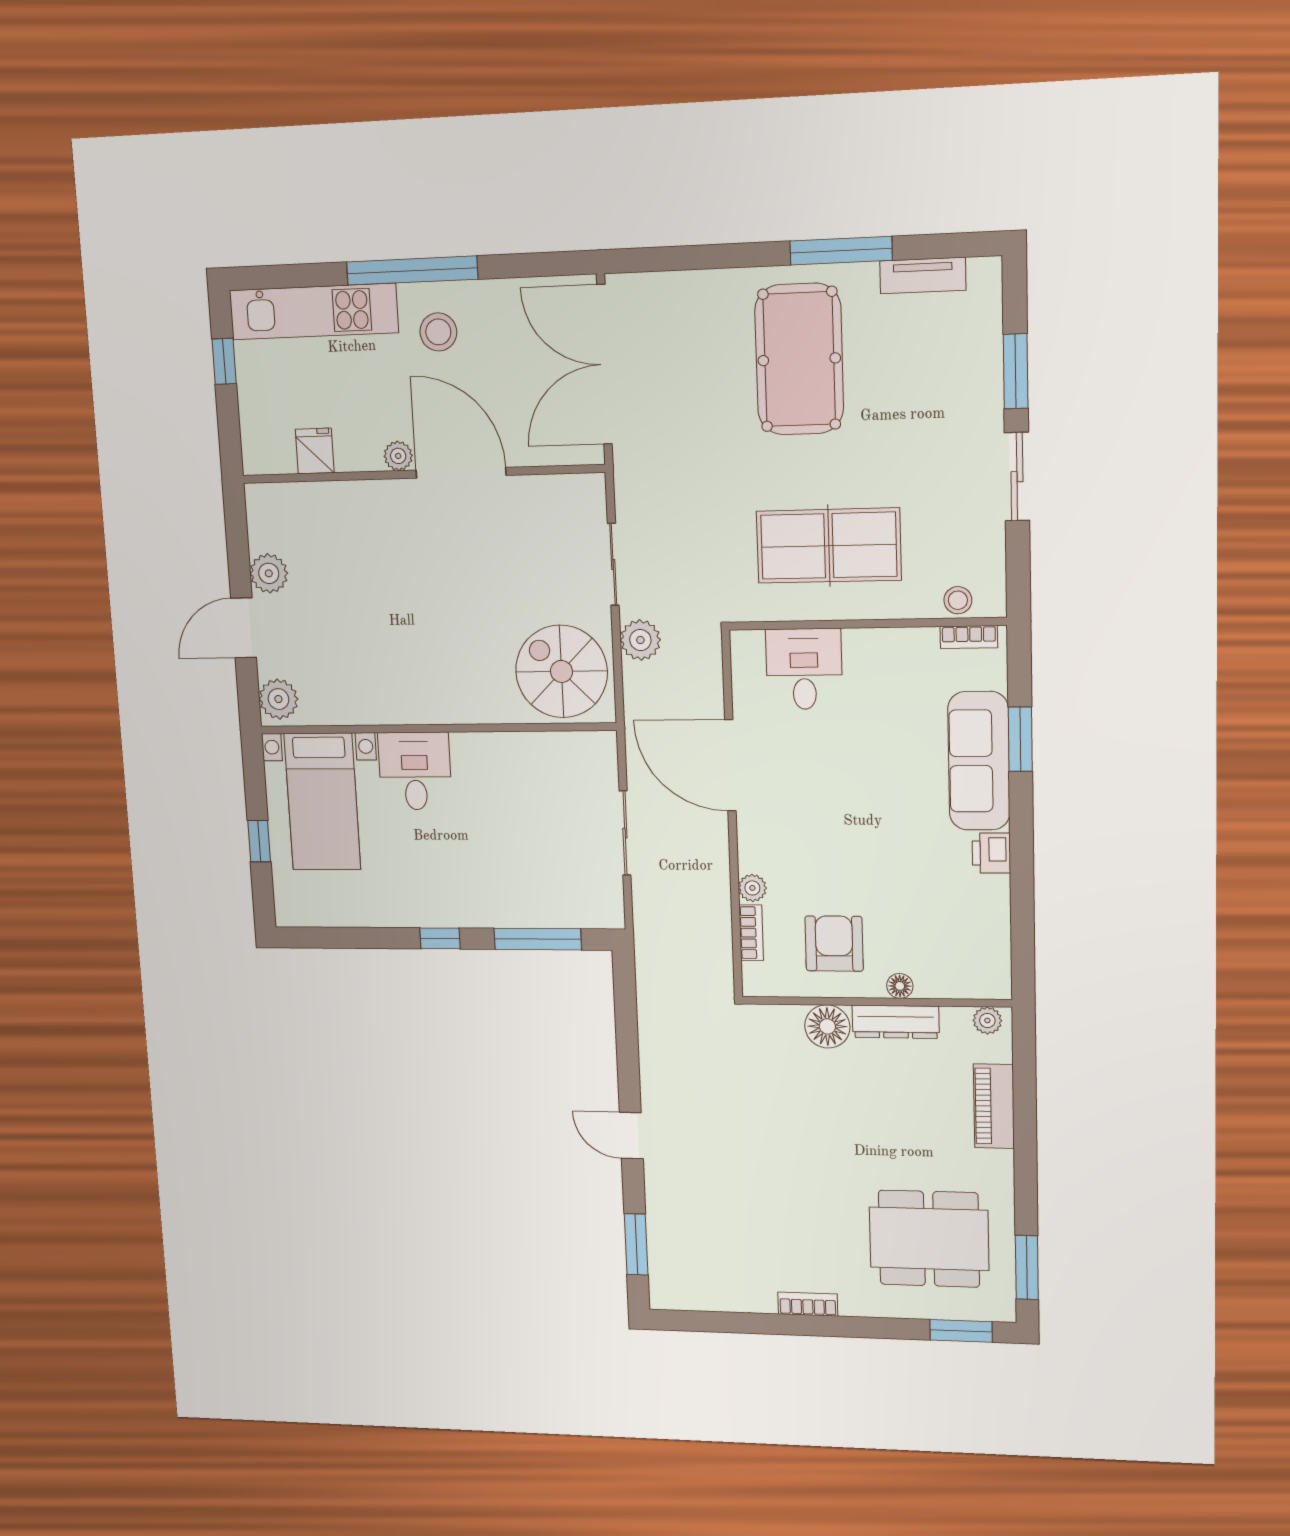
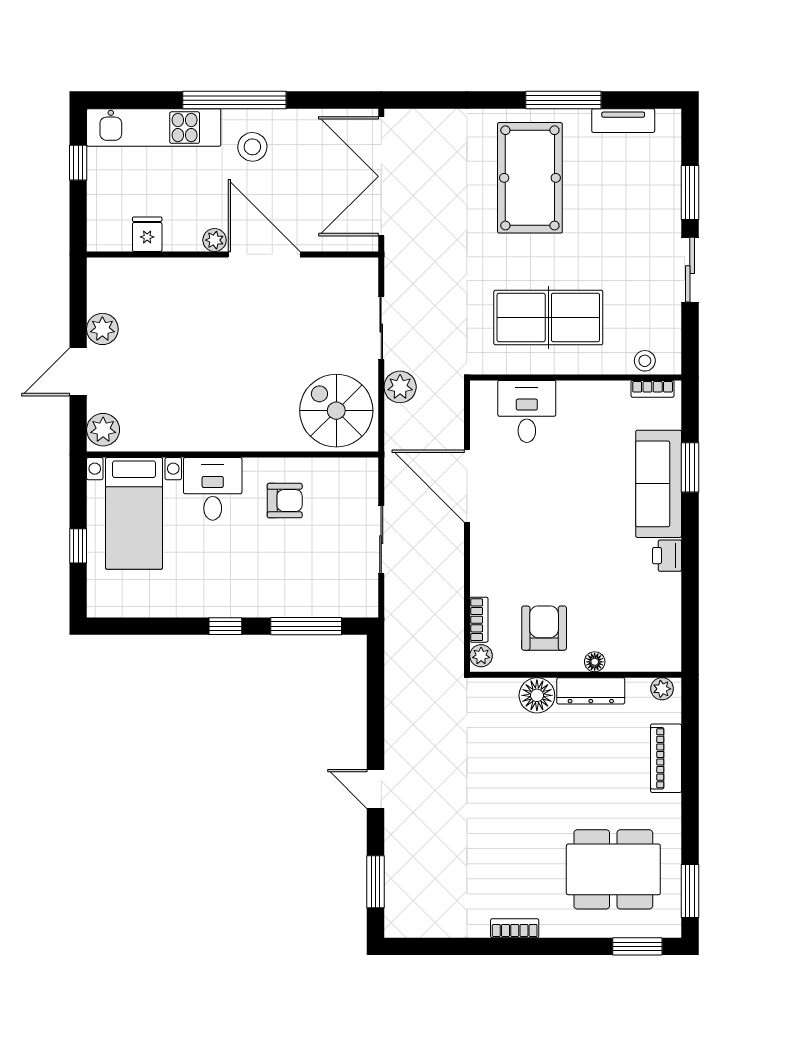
armchair: (503, 785) -> (285, 501), added
plant: (752, 888) -> (481, 656), moved

